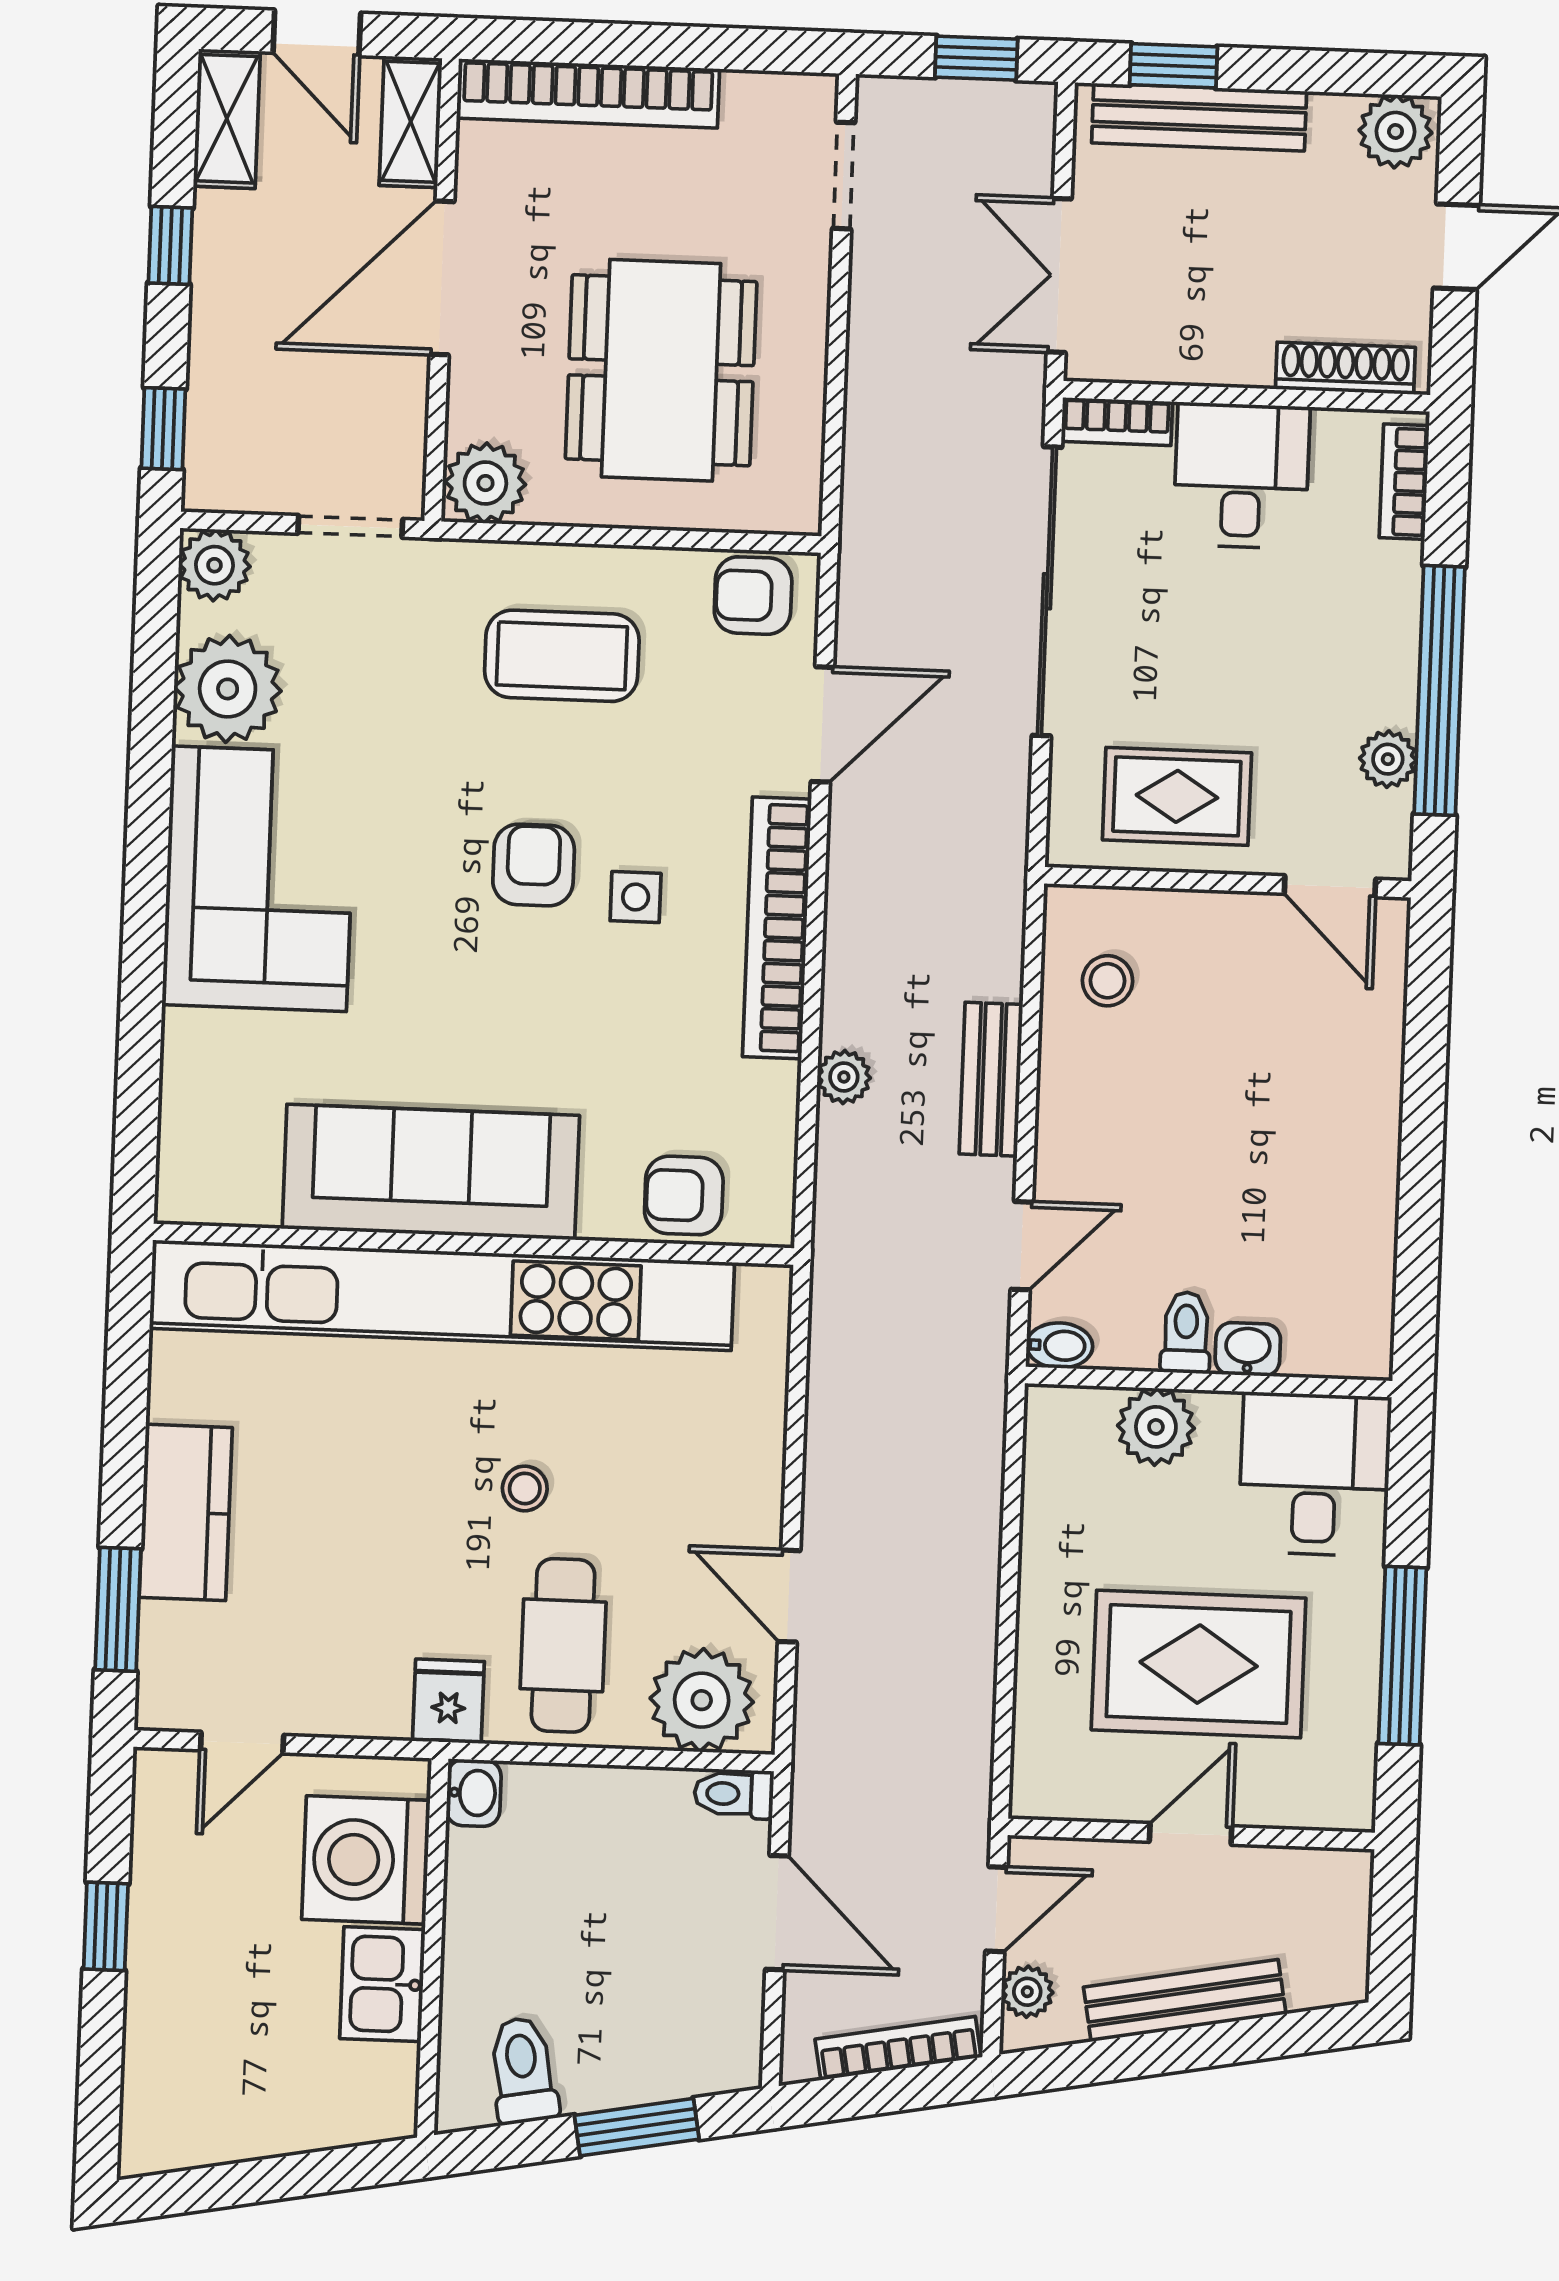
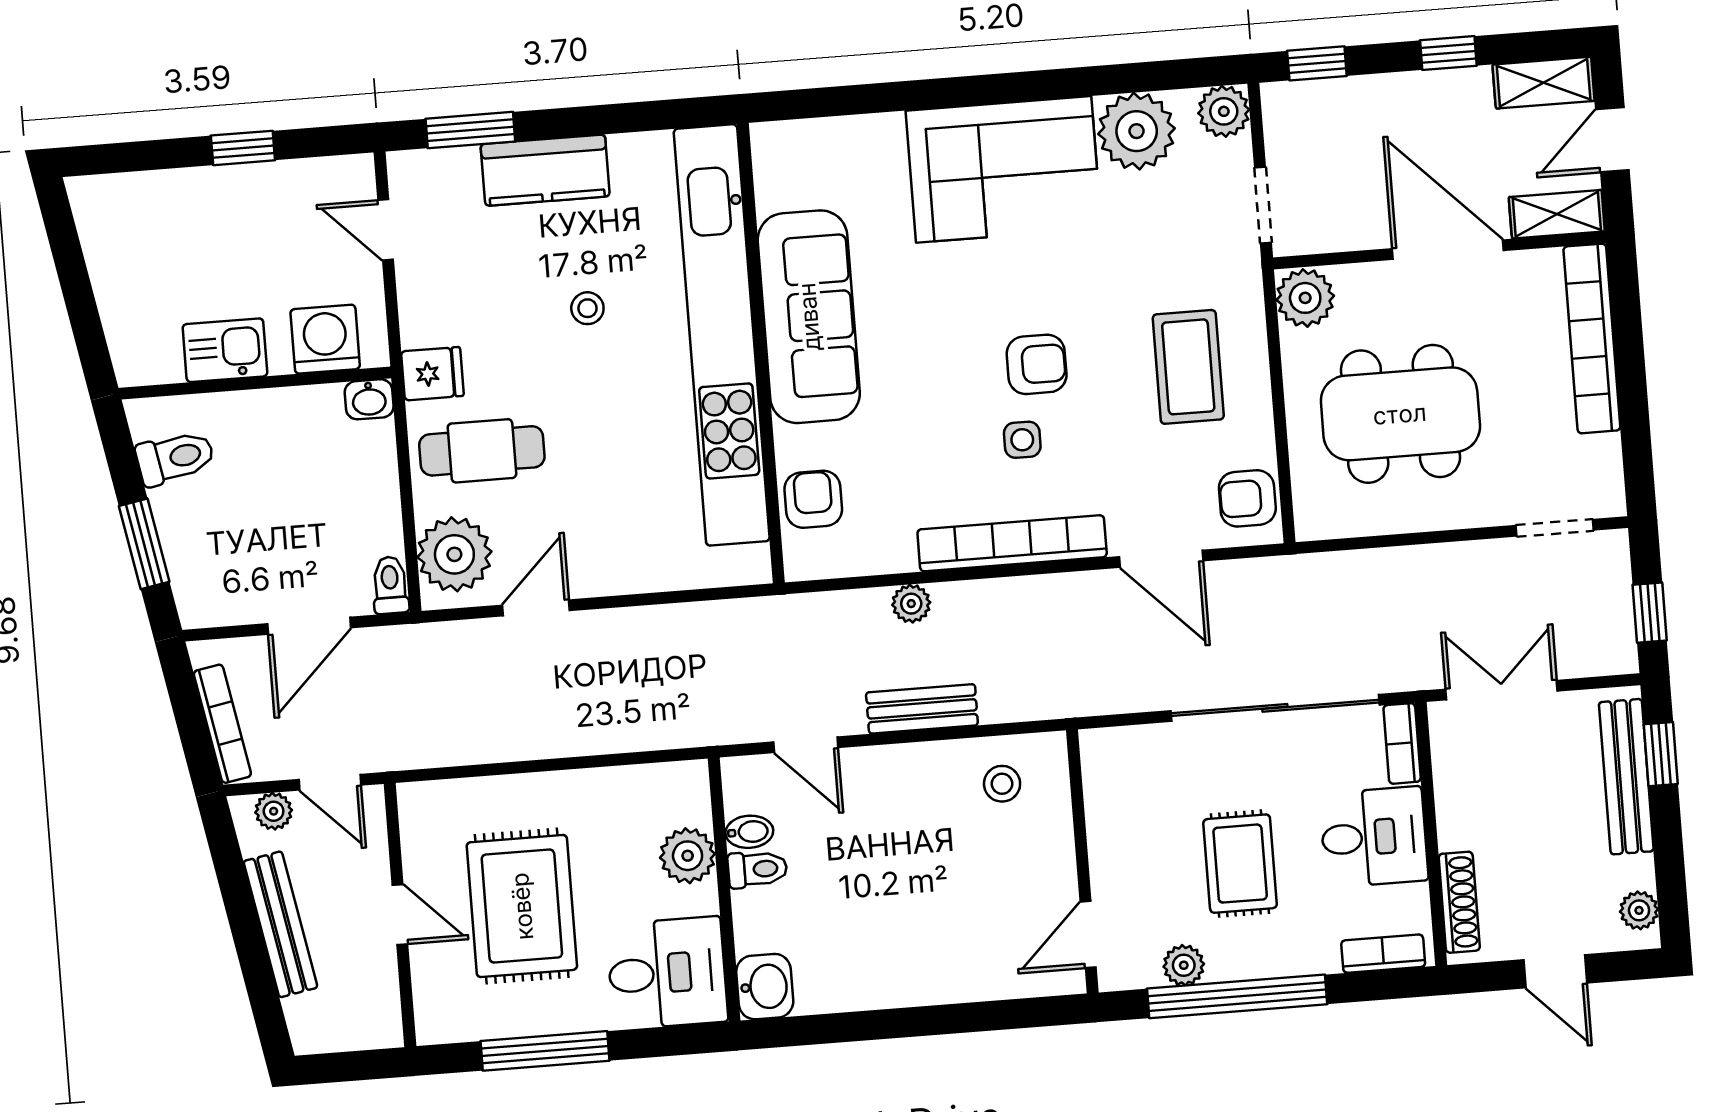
plant: (1396, 131) -> (1639, 910), width x0.73, depth x0.73
armchair: (753, 596) -> (1247, 498), turned -90
rug: (1177, 796) -> (1240, 864), moved
bidet: (1059, 1346) -> (749, 832), moved, turned -90
washbasin: (1248, 1349) -> (765, 987), moved, width x1.38, depth x1.45
stool: (525, 1488) -> (587, 308), moved
washing machine: (366, 1860) -> (325, 339), width x0.73, depth x0.73

